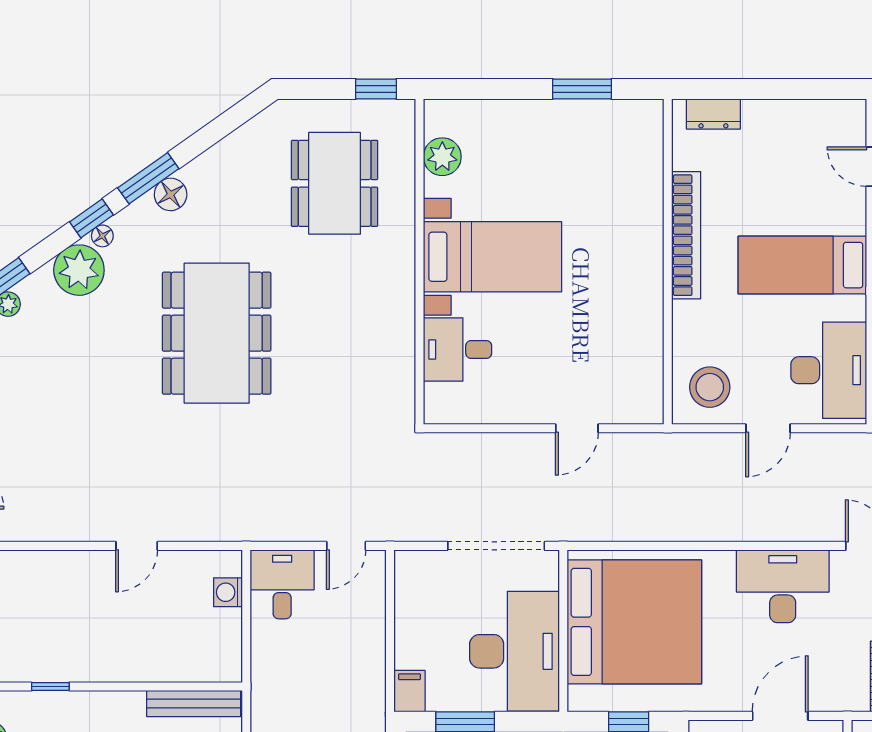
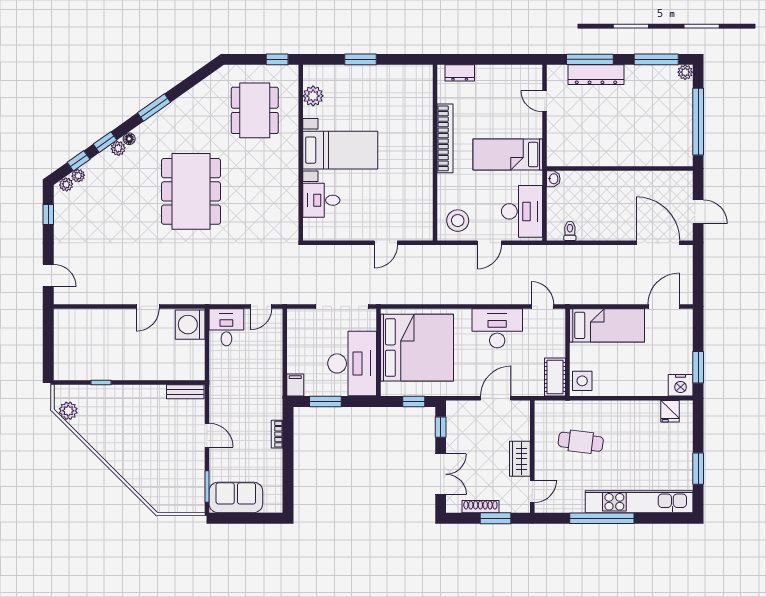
window: (582, 89) -> (361, 59), moved
floor lamp: (171, 194) -> (166, 116), removed
window: (91, 218) -> (105, 142), moved
plant: (79, 270) -> (118, 148), width x0.53, depth x0.53
washing machine: (228, 592) -> (190, 325), width x1.89, depth x1.89
bench: (194, 703) -> (185, 392), width x0.73

